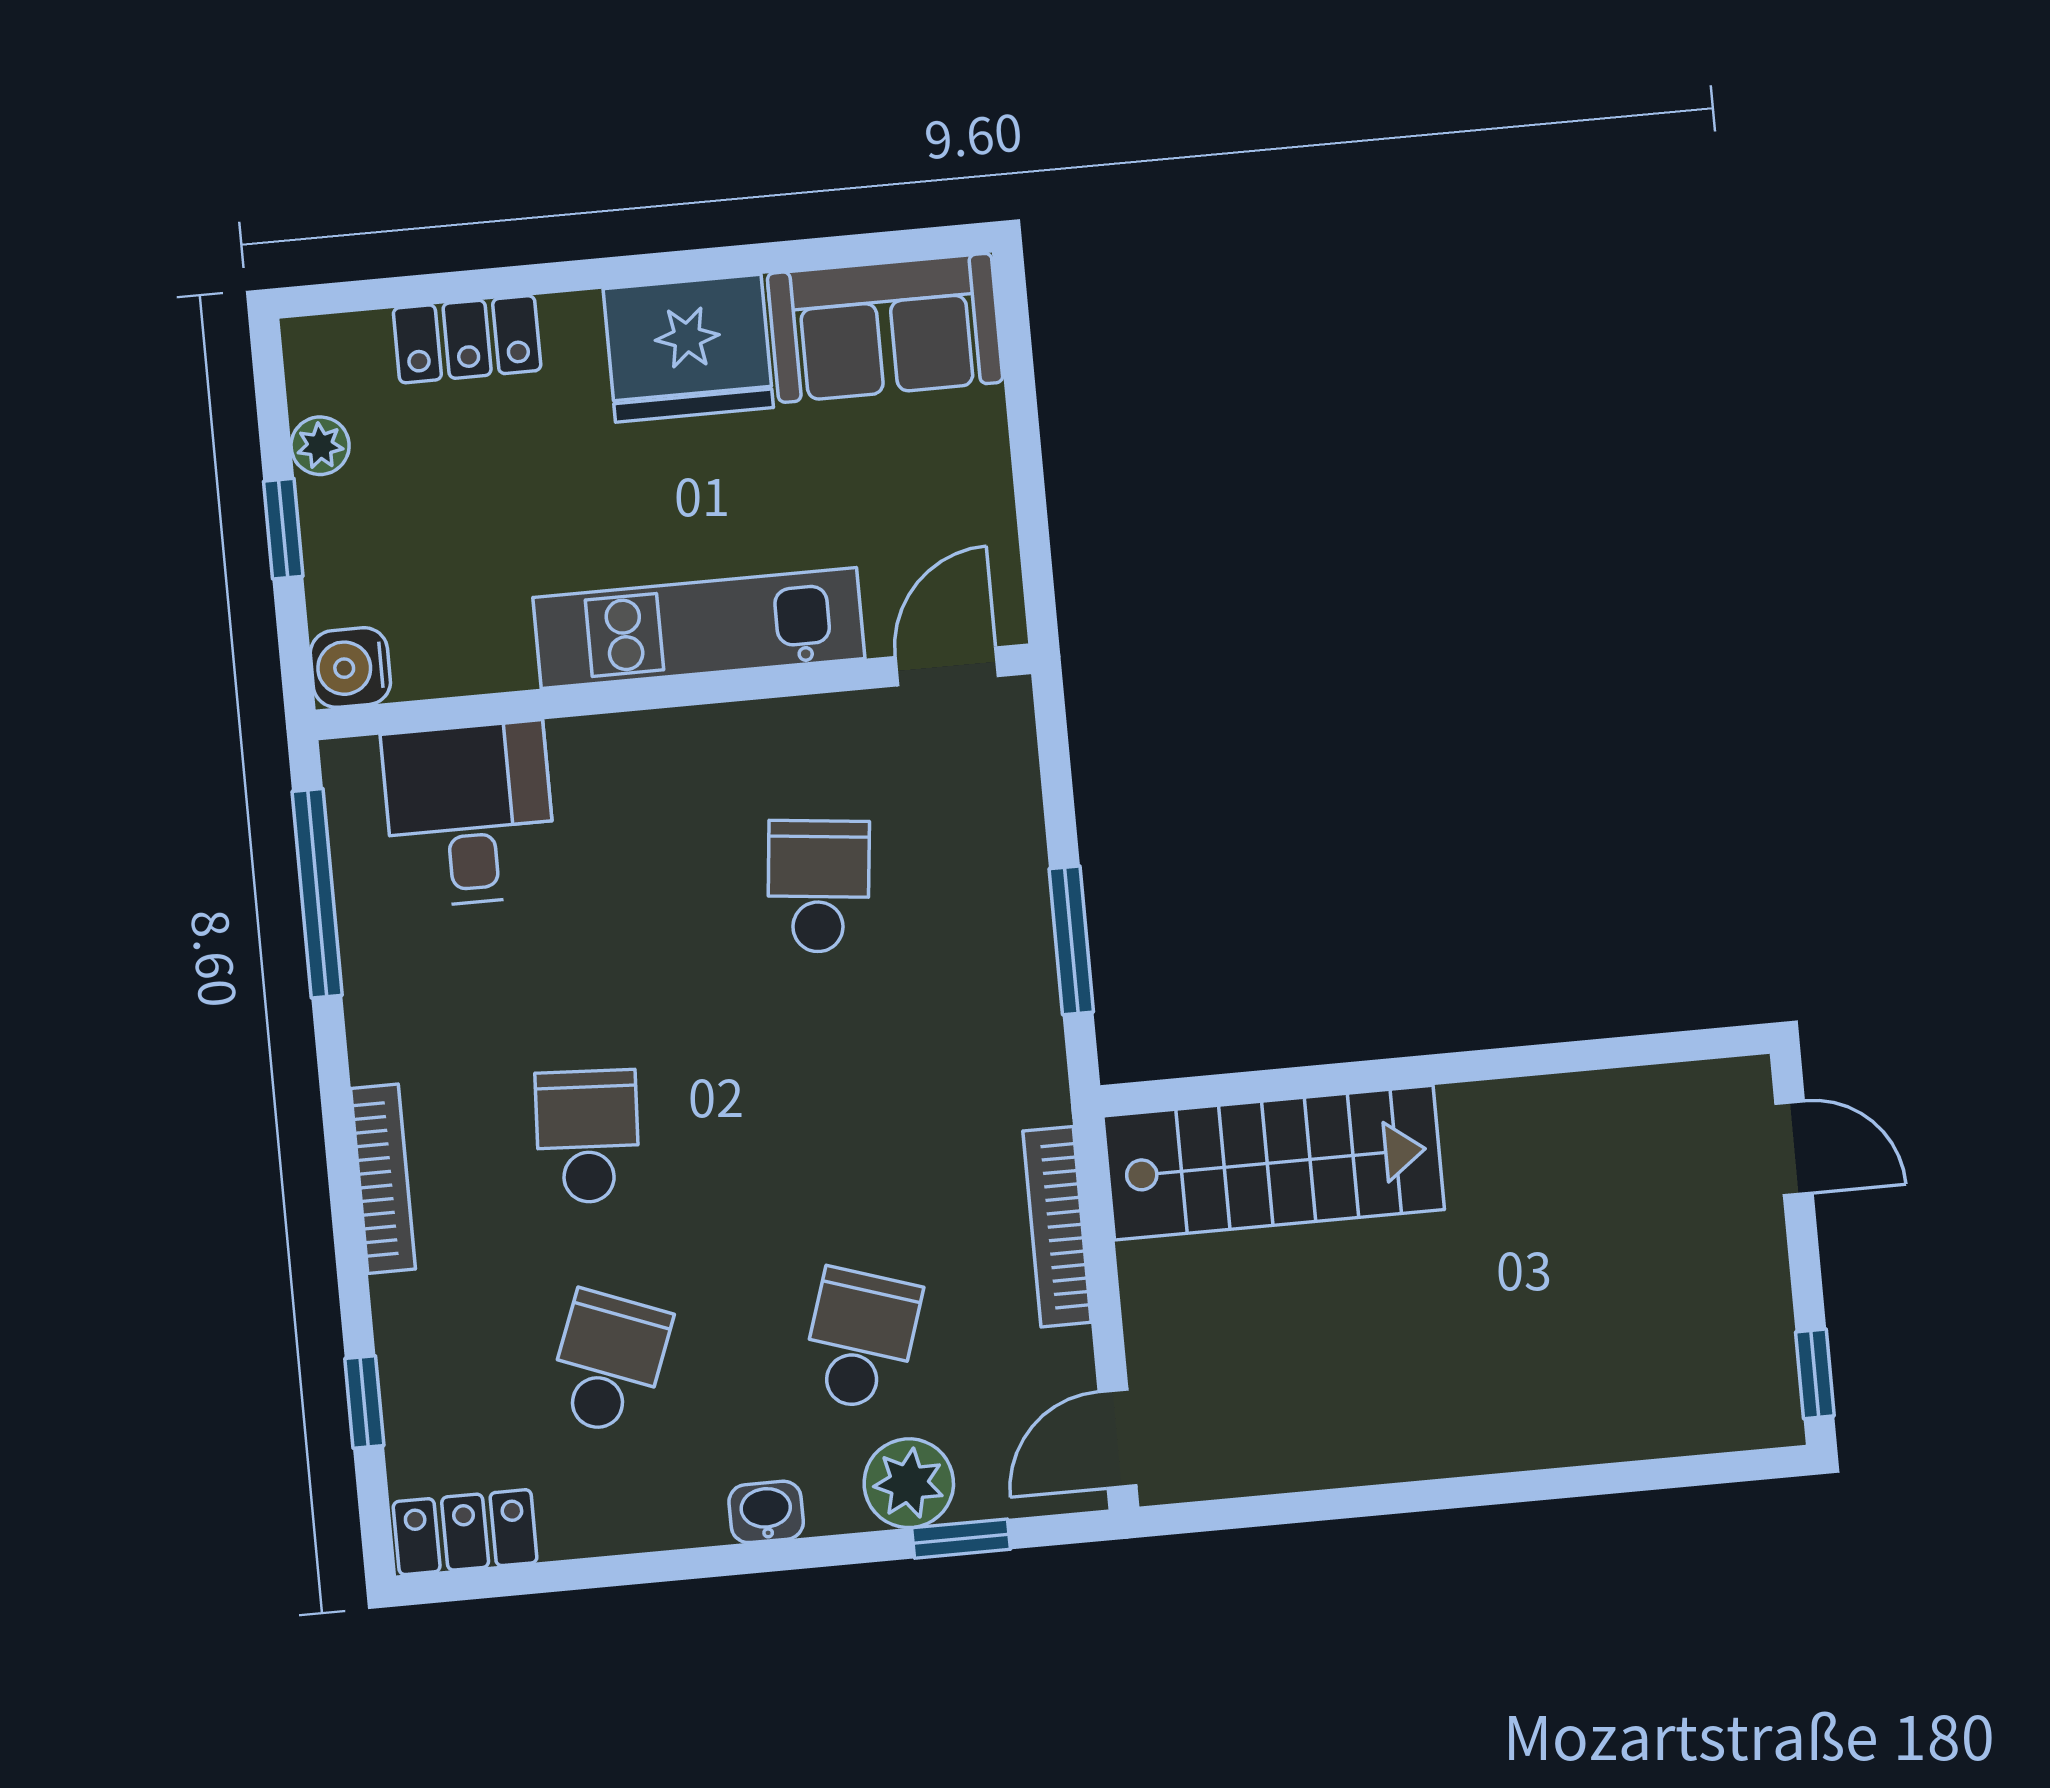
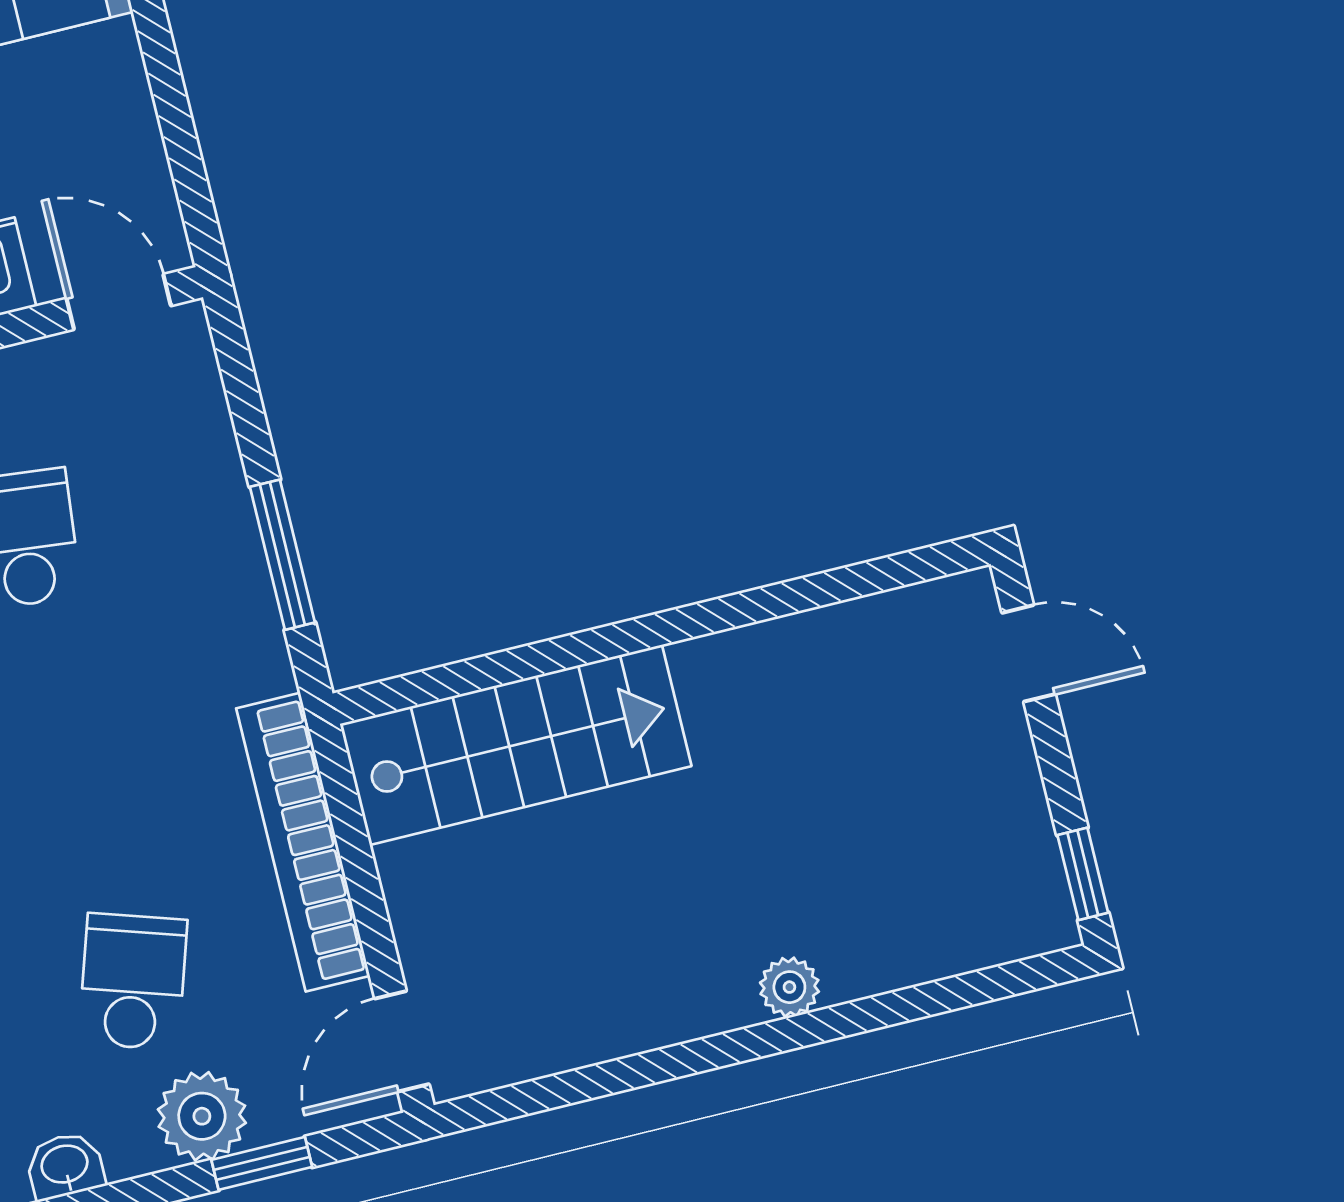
door: (947, 666) -> (119, 302), hinge flipped
bookcase: (1057, 1227) -> (303, 842), width x1.48, depth x1.31
plant: (1508, 1442) -> (789, 987), added

